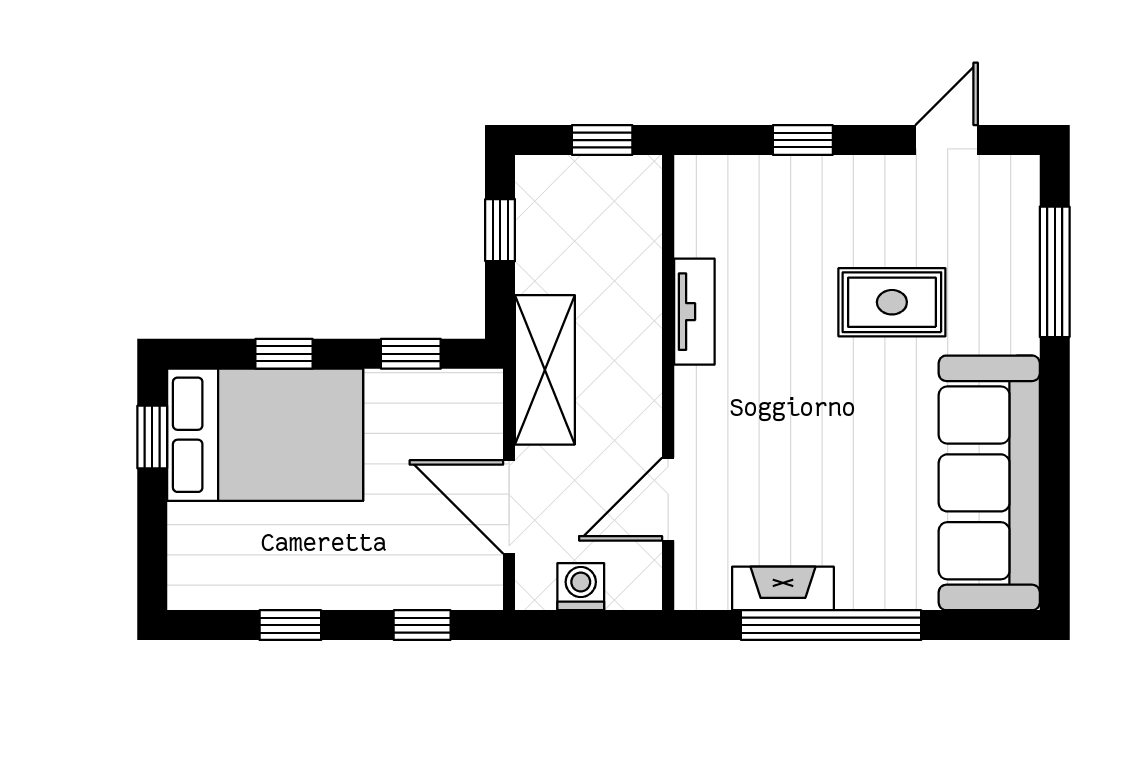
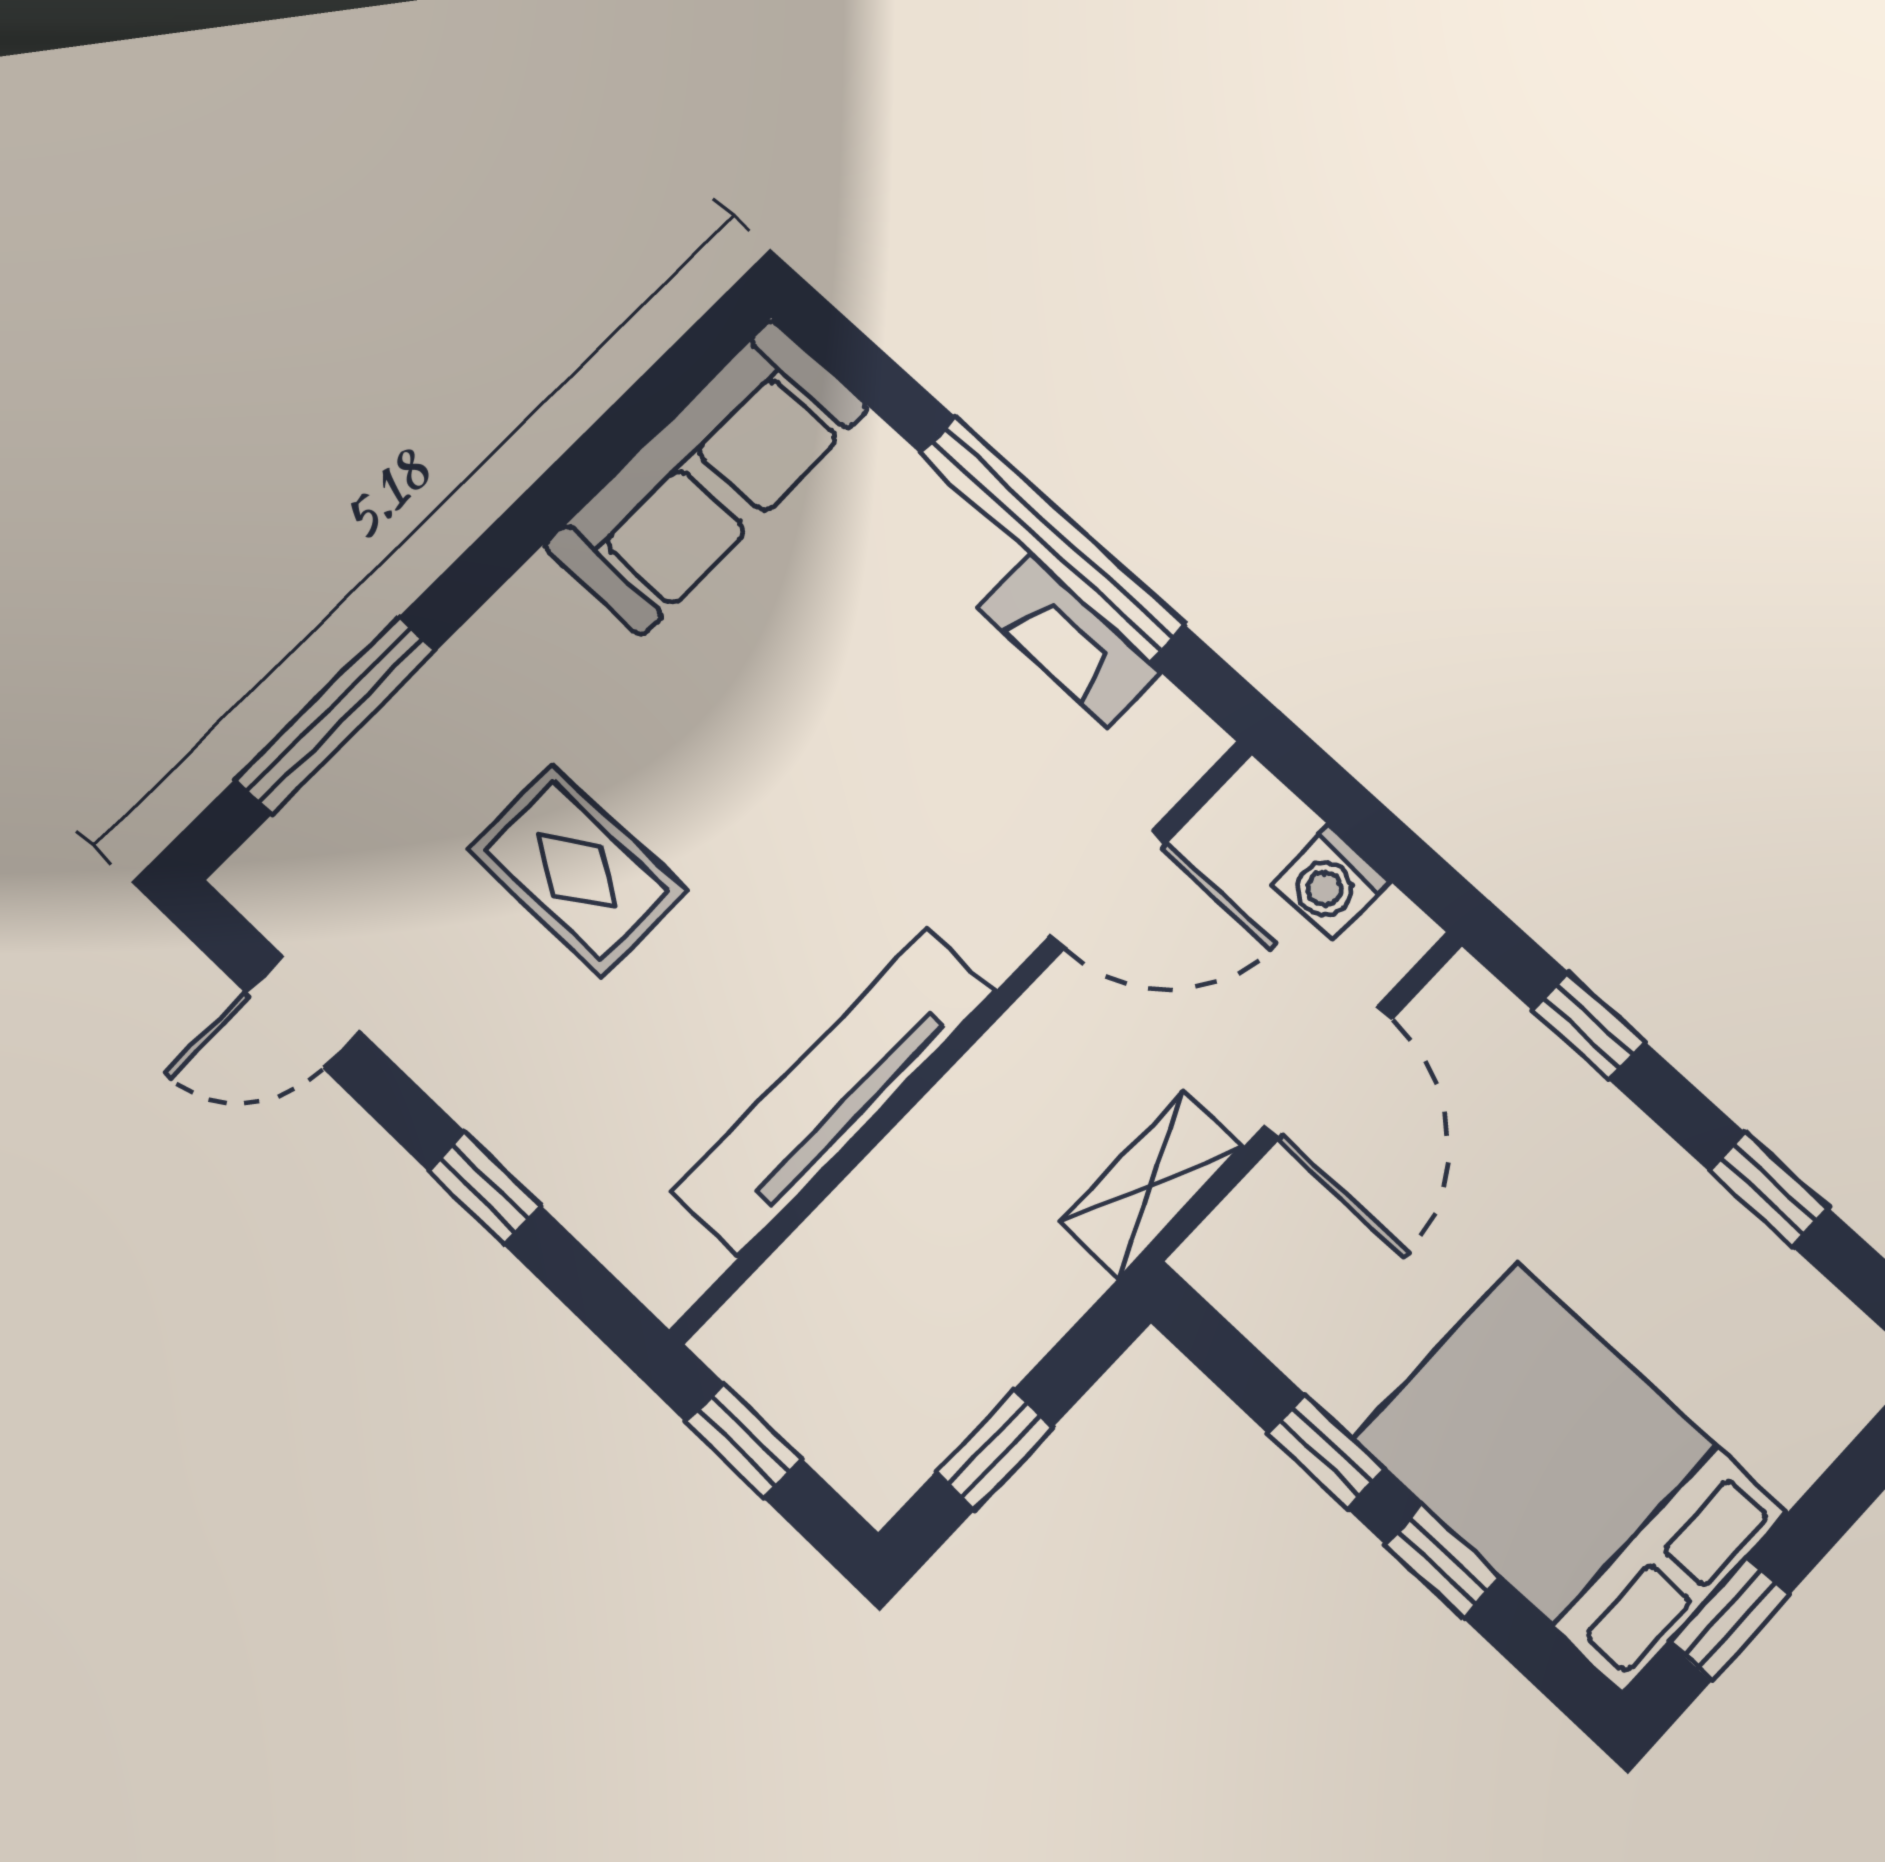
tv unit: (694, 312) -> (834, 1091), width x1.92, depth x1.29
window: (411, 354) -> (1326, 1452), moved
shelving: (545, 370) -> (1151, 1184), width x0.67, depth x0.75
sofa: (989, 483) -> (707, 477), width x0.74, depth x0.79

